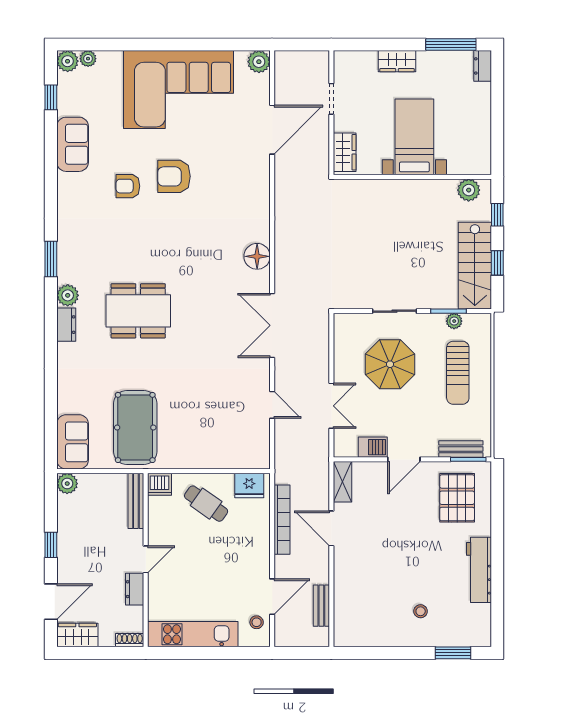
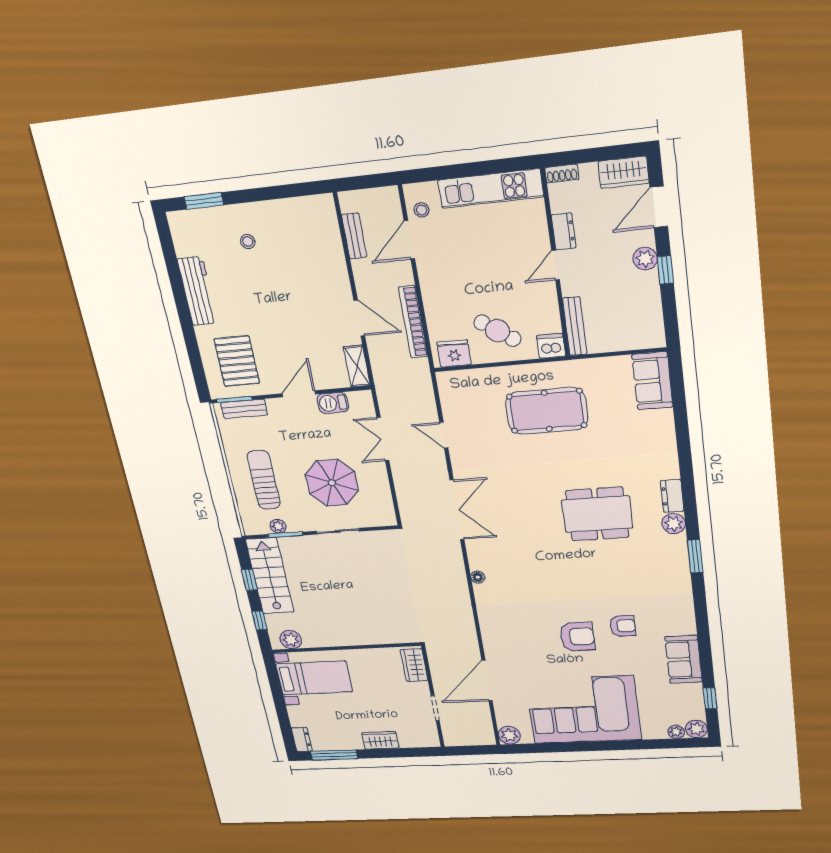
bed with nightstands: (414, 137) -> (314, 678), moved, turned -90
floor lamp: (257, 256) -> (478, 577), width x0.53, depth x0.53
pool table: (135, 427) -> (547, 411), moved, turned 90
plant: (67, 484) -> (645, 259), moved

